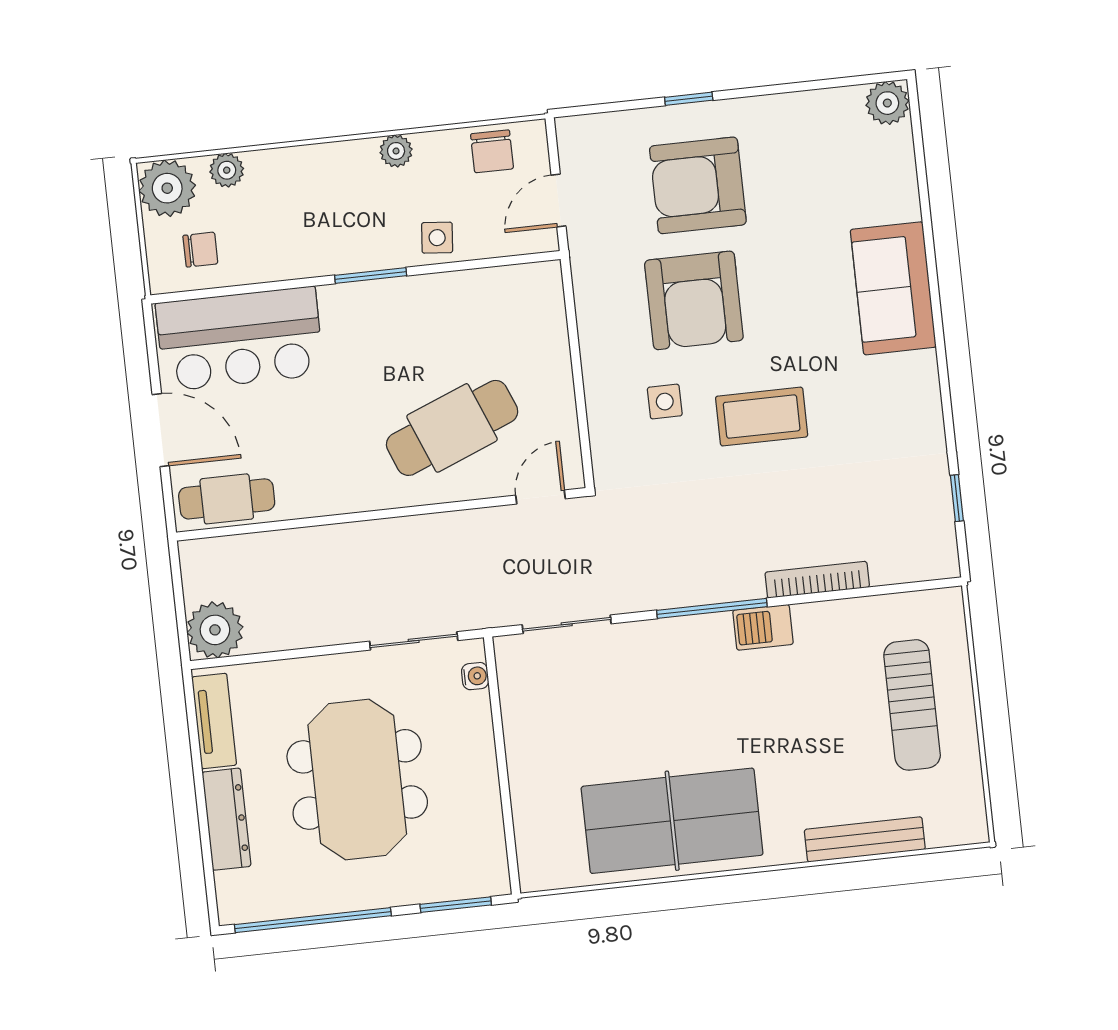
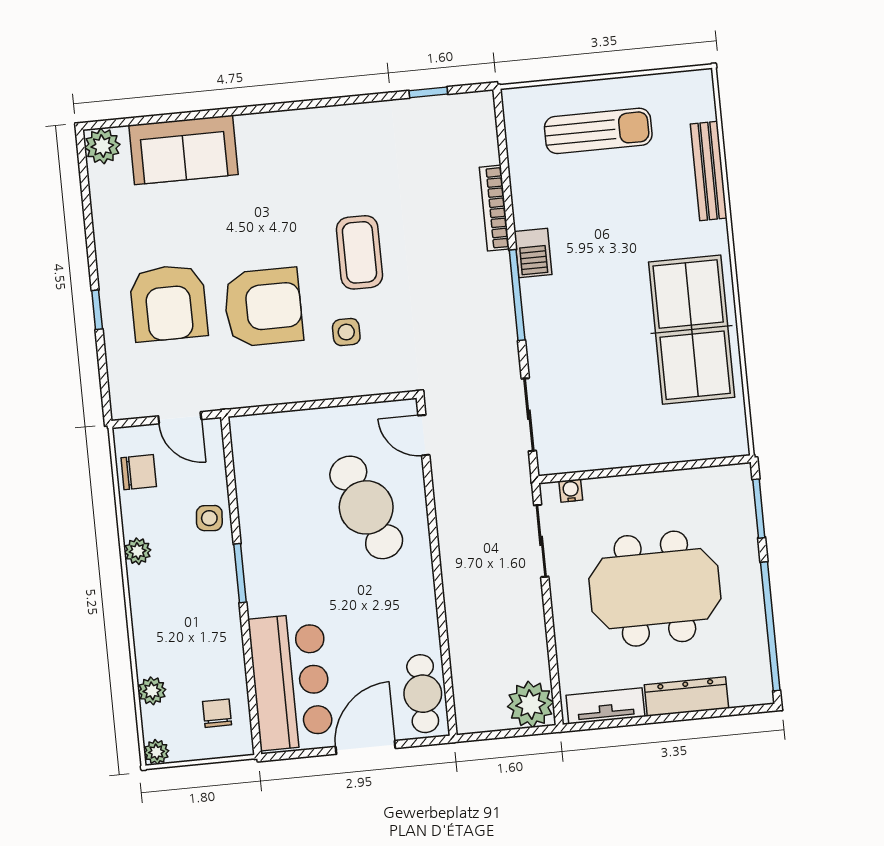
plant: (167, 188) -> (156, 752), width x0.53, depth x0.53
sofa: (893, 288) -> (183, 150), moved

